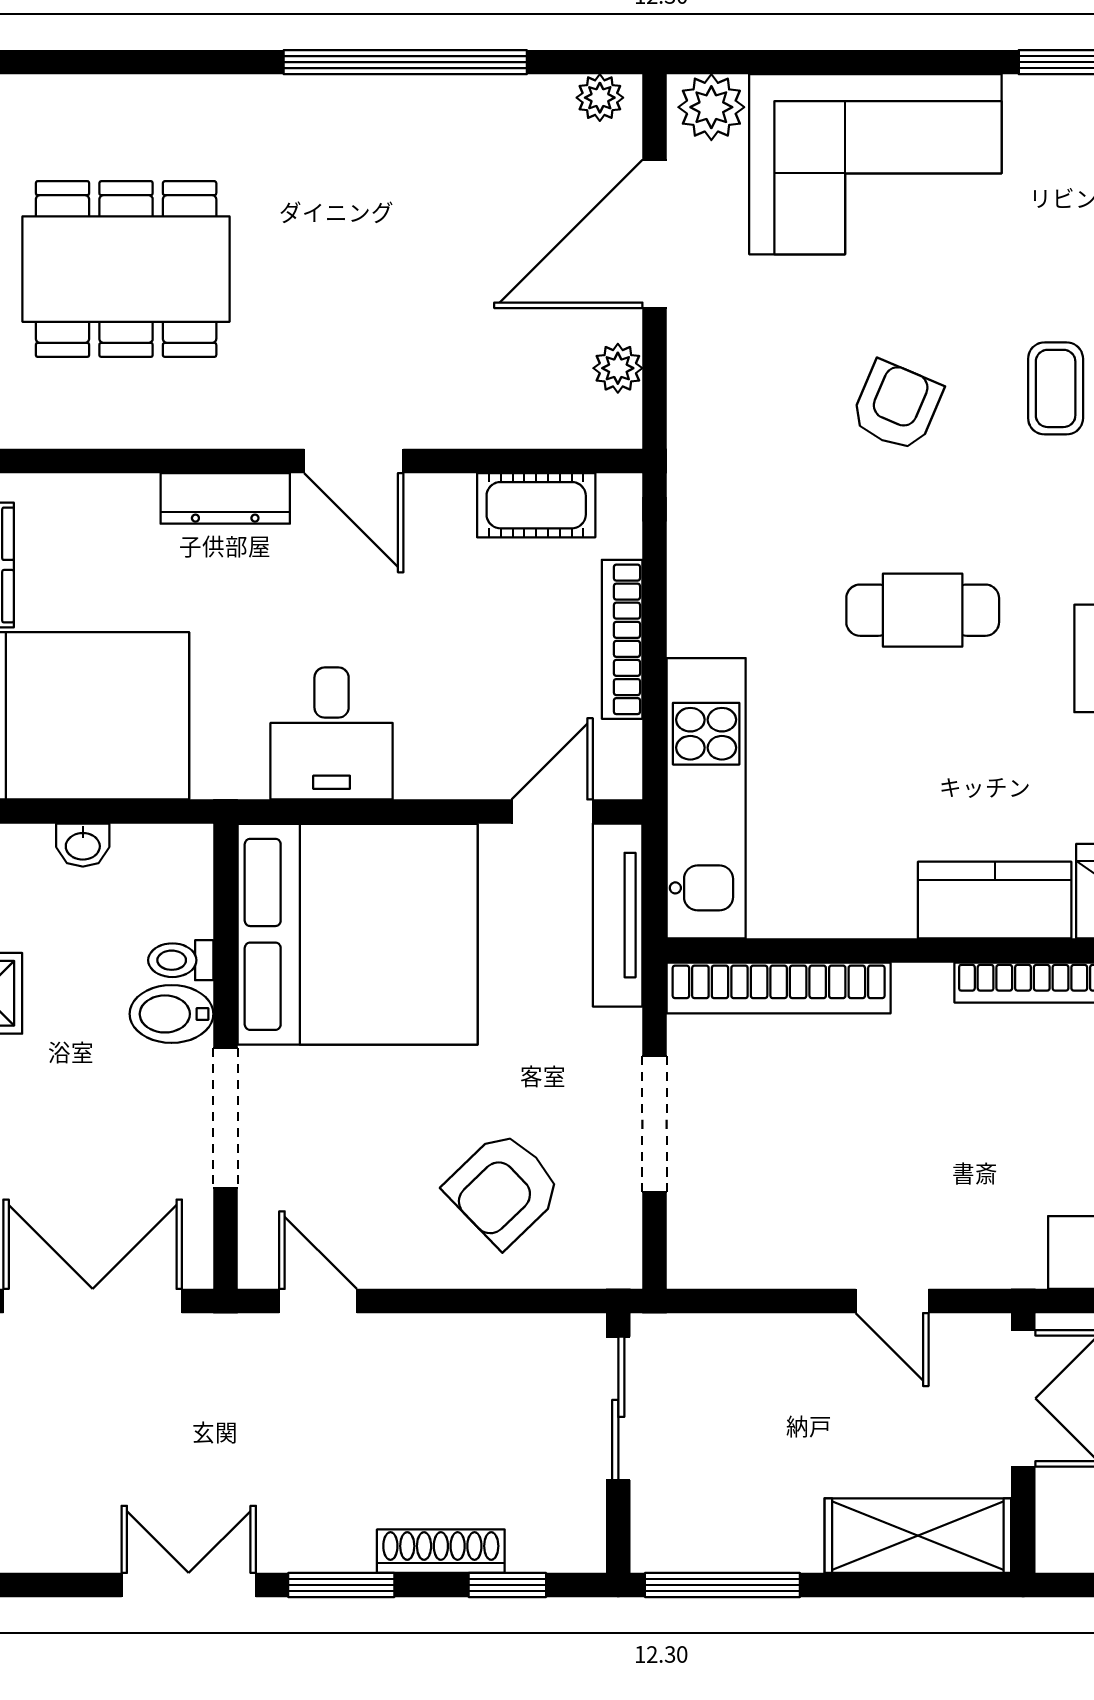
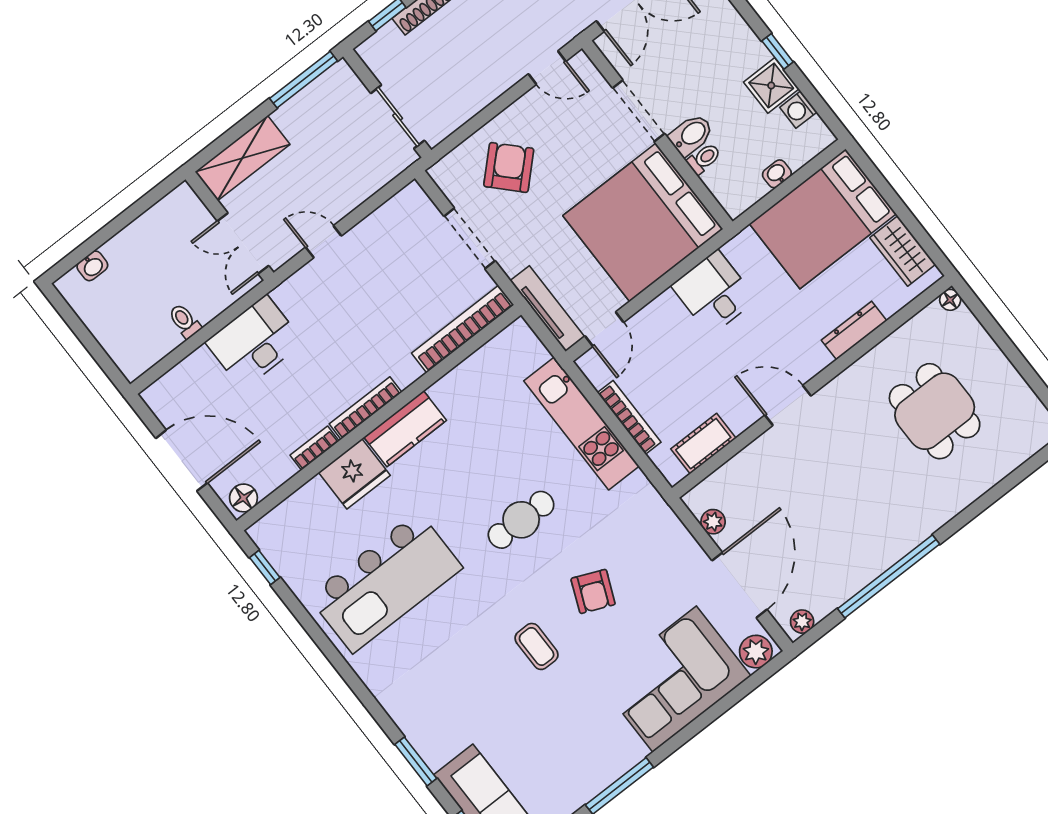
dining table: (126, 269) -> (935, 411), width x0.73
dresser: (225, 498) -> (854, 330), moved
kitchen unit: (706, 798) -> (581, 423), moved

